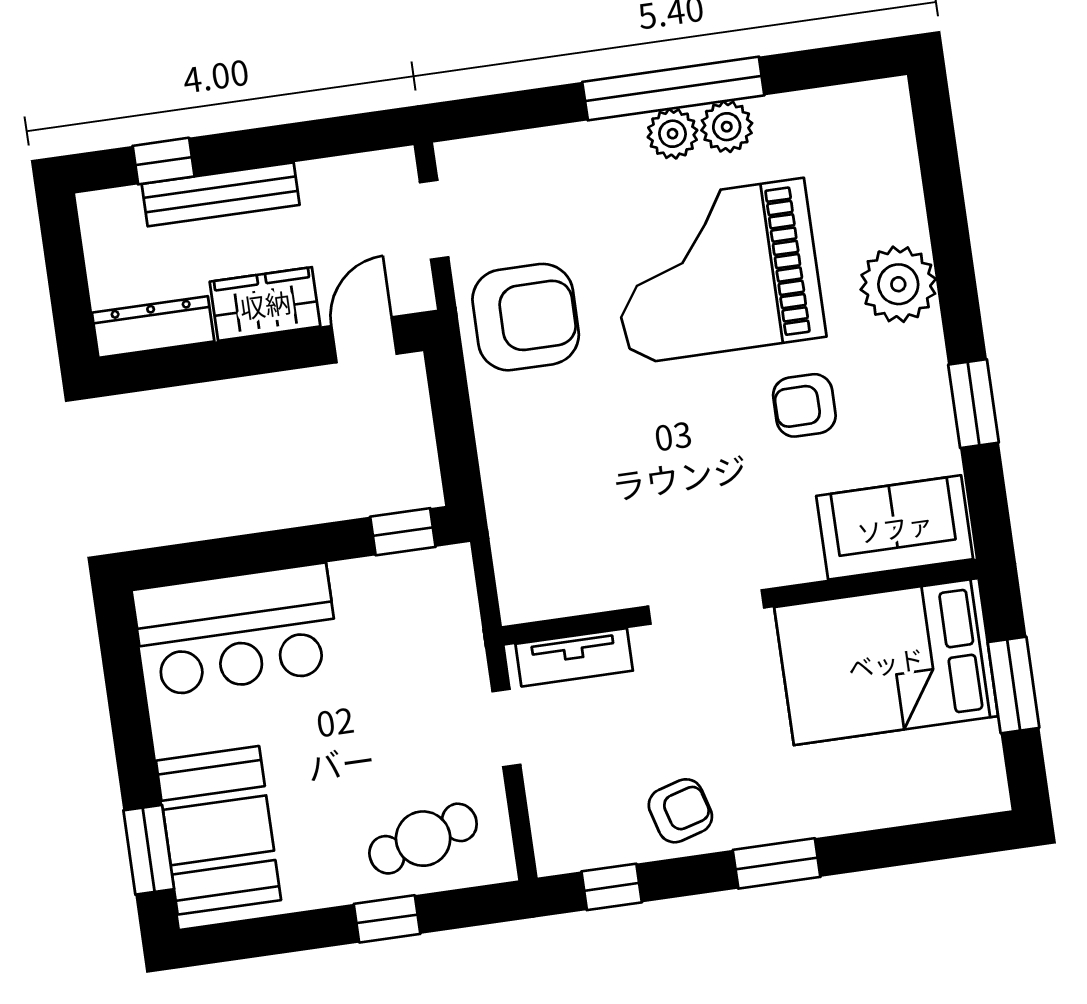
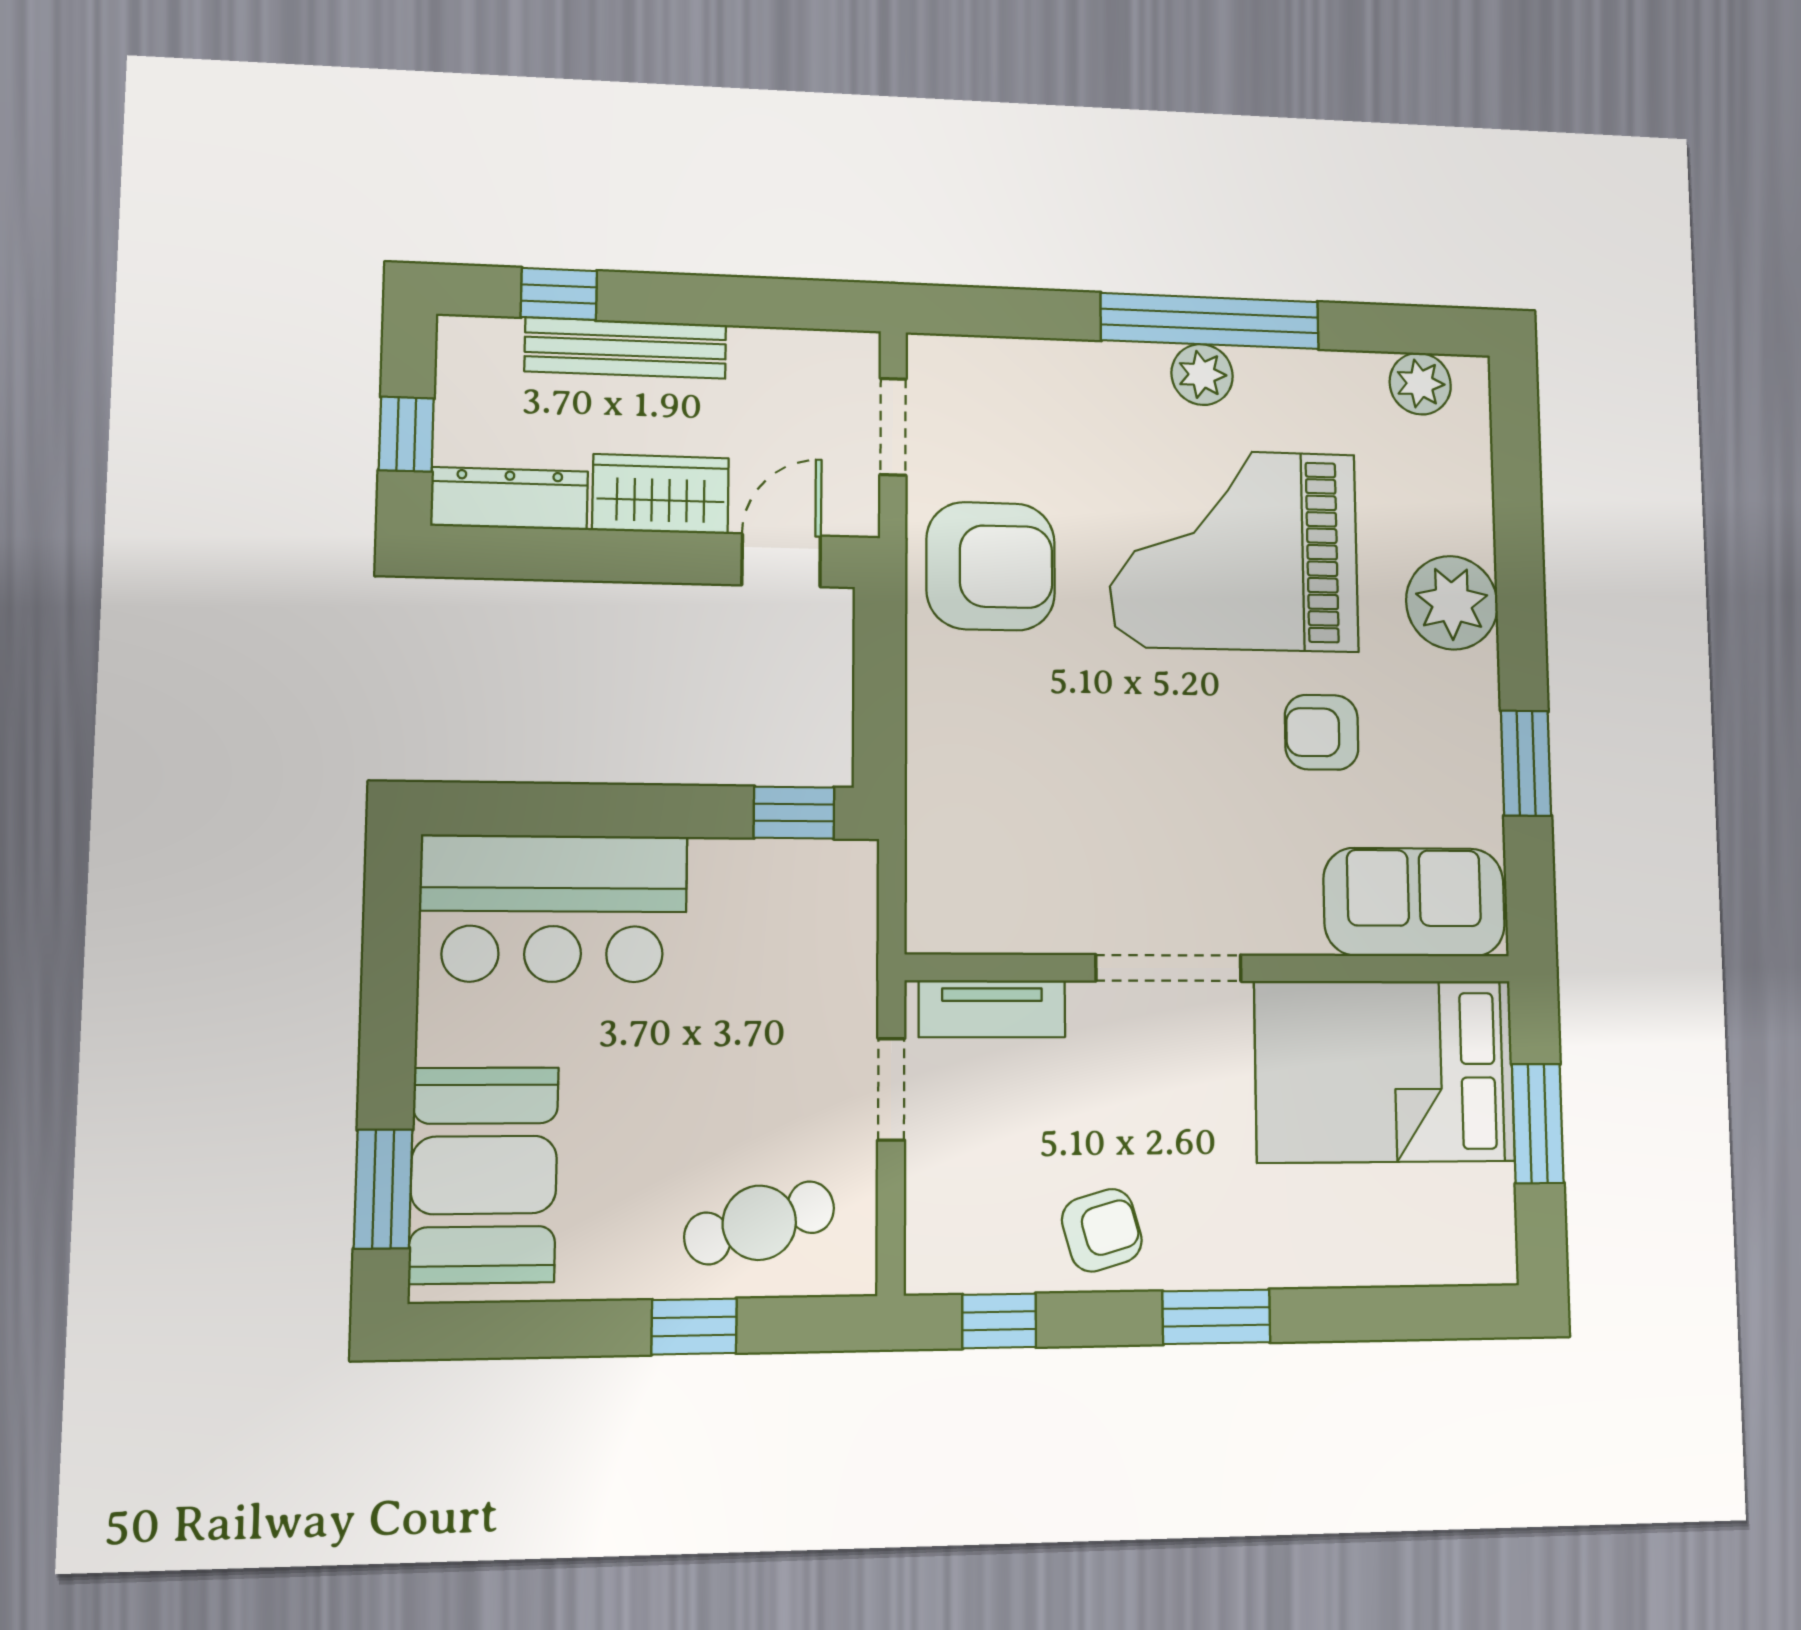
plant: (727, 127) -> (1420, 384), moved
window: (69, 291) -> (406, 434), added

